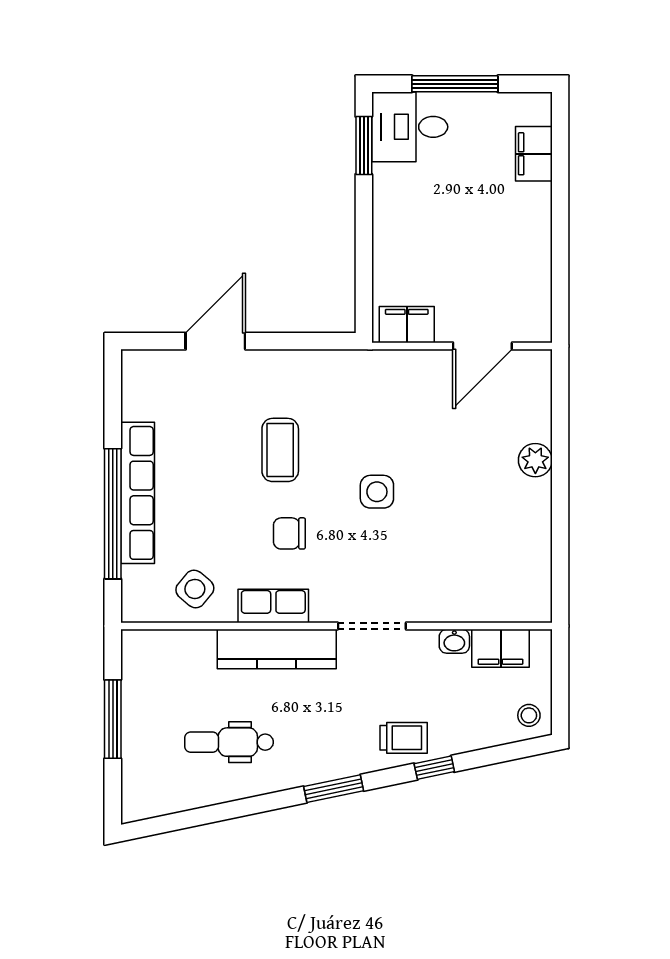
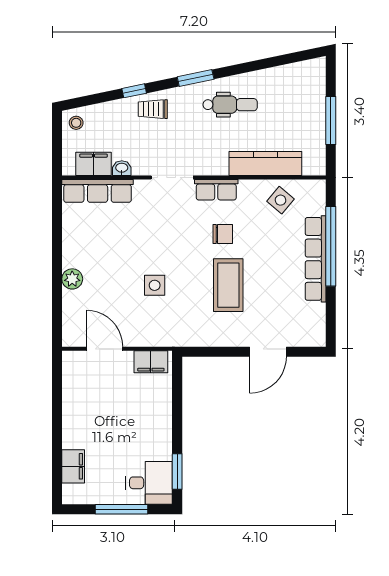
door: (482, 346) -> (105, 349), hinge flipped
coffee table: (280, 450) -> (228, 285), width x1.36, depth x1.32
side table: (377, 492) -> (155, 285), moved
row of seats: (494, 604) -> (98, 191), added
row of seats: (273, 606) -> (216, 190), moved
kitchen counter: (277, 649) -> (265, 163), moved
dental chair: (229, 742) -> (230, 105), moved

